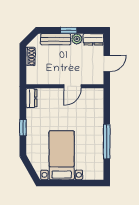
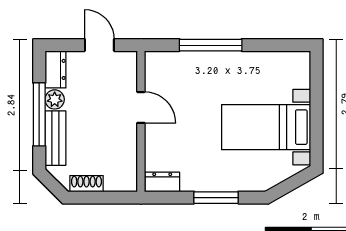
window: (69, 30) -> (39, 114), width x2.17
window: (23, 128) -> (216, 198), width x1.50
window: (107, 142) -> (211, 45), moved

